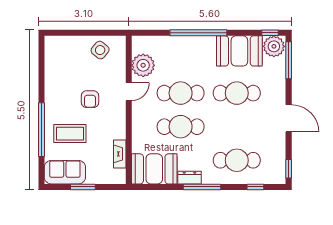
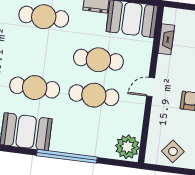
plant: (143, 65) -> (127, 147), moved
door: (129, 92) -> (151, 87), moved

